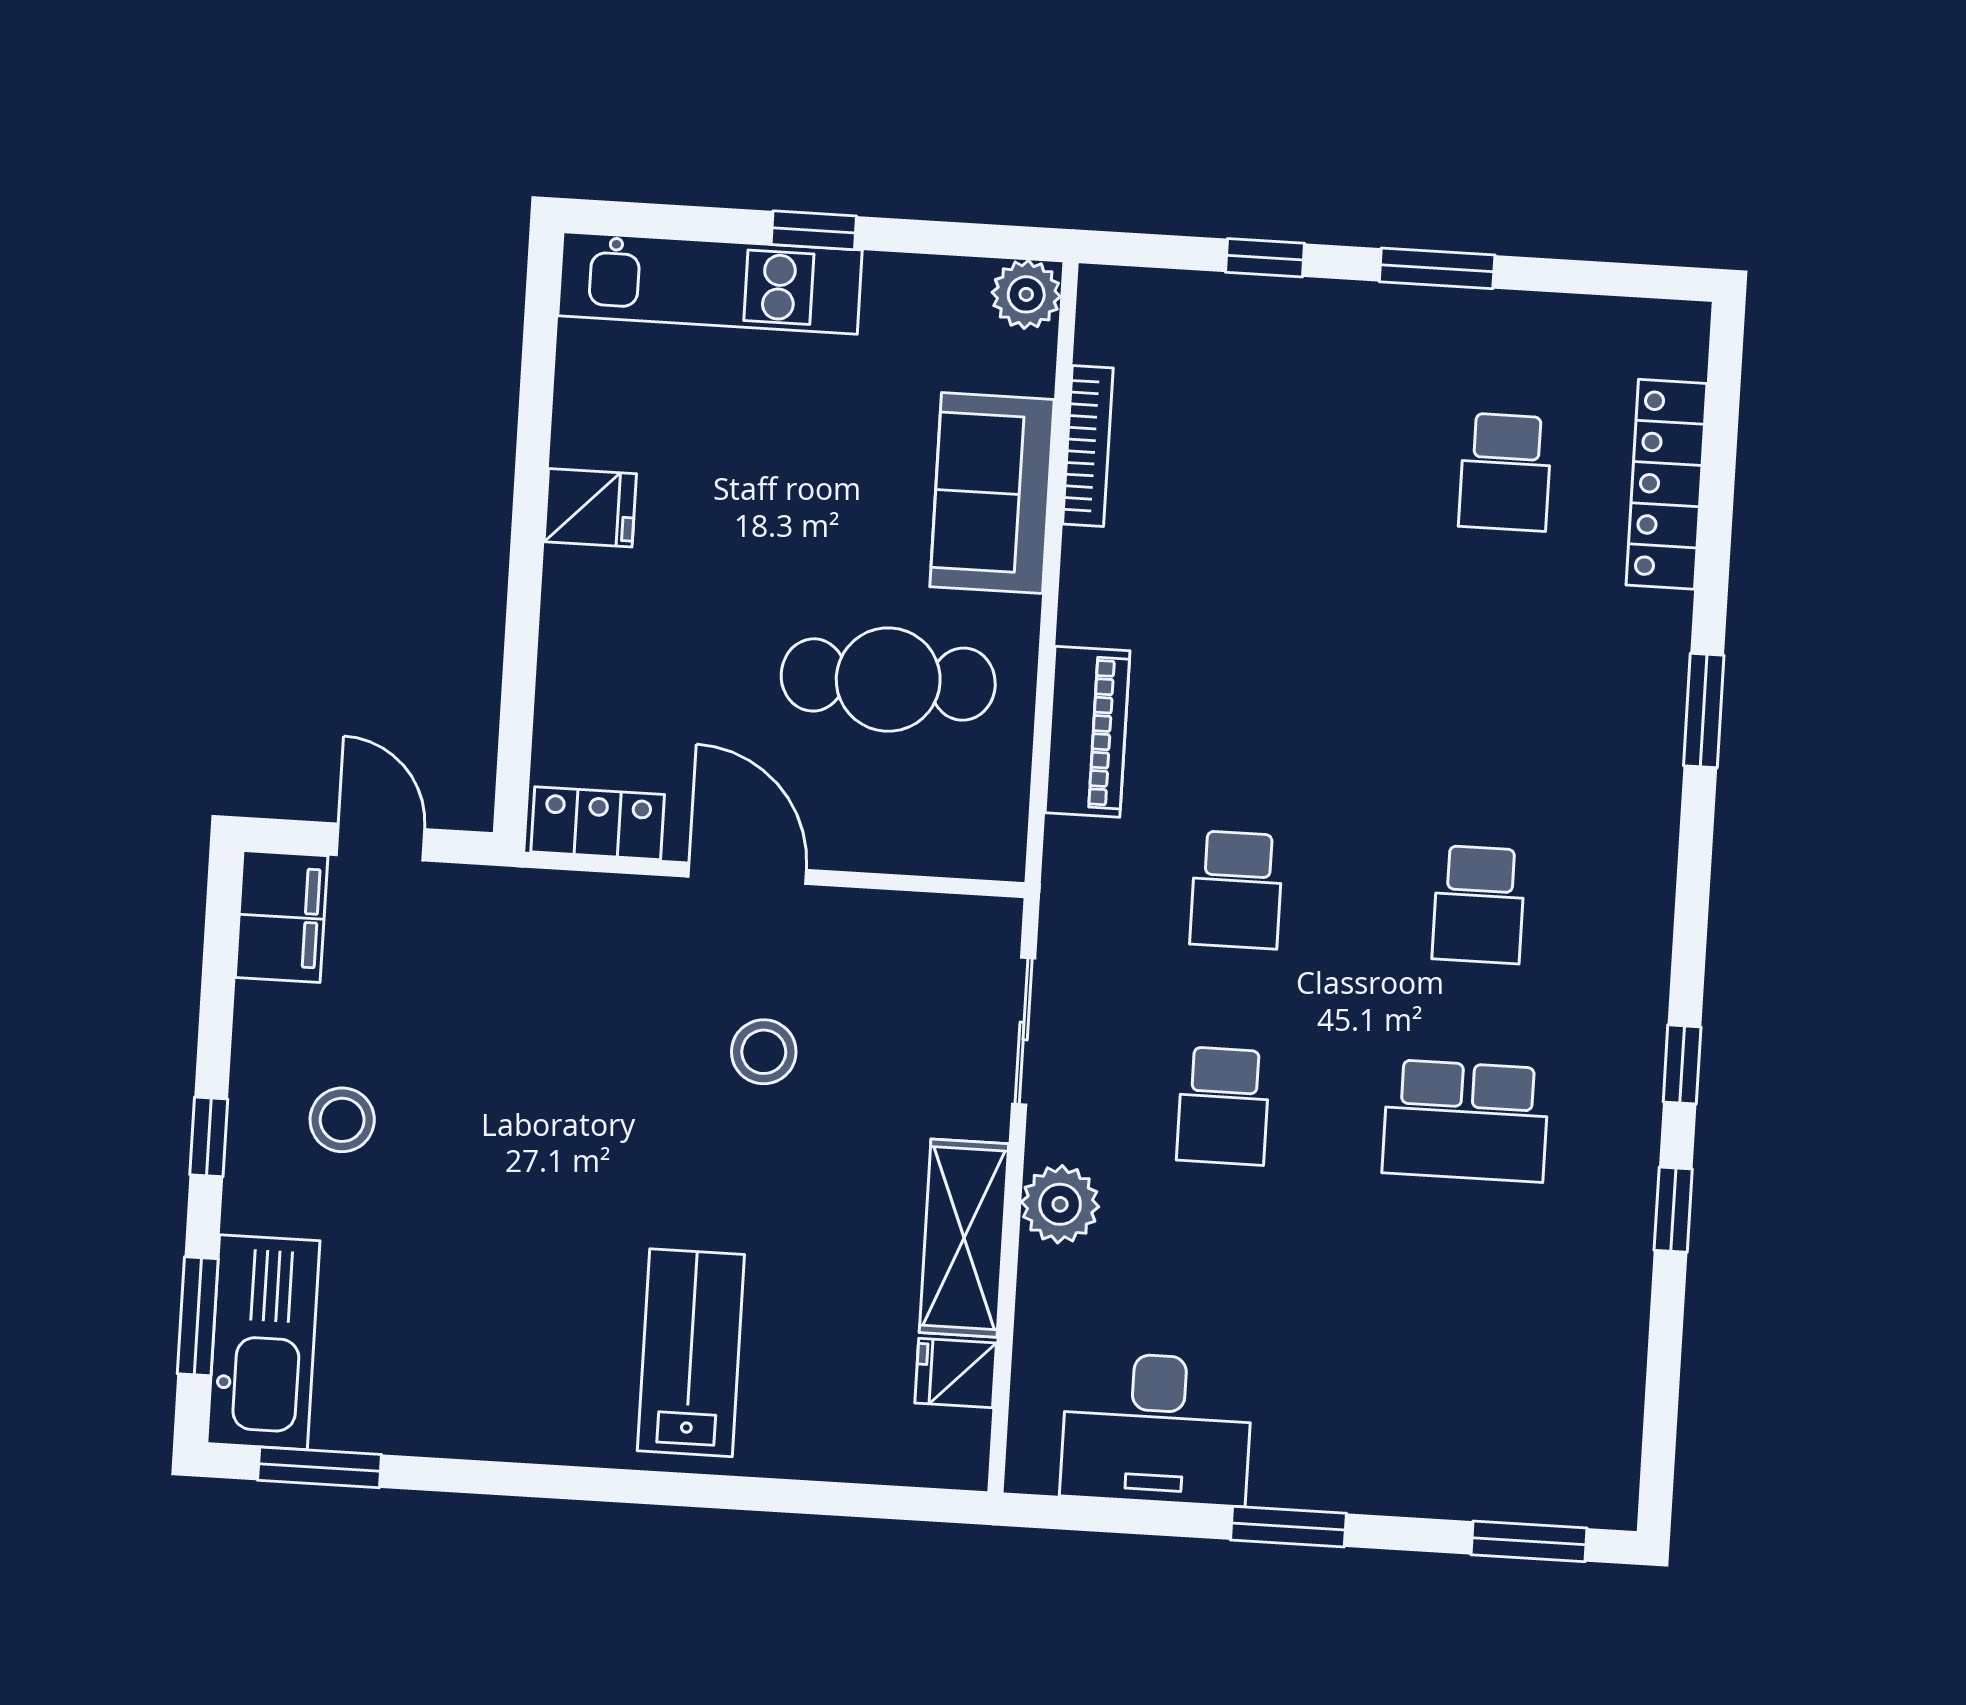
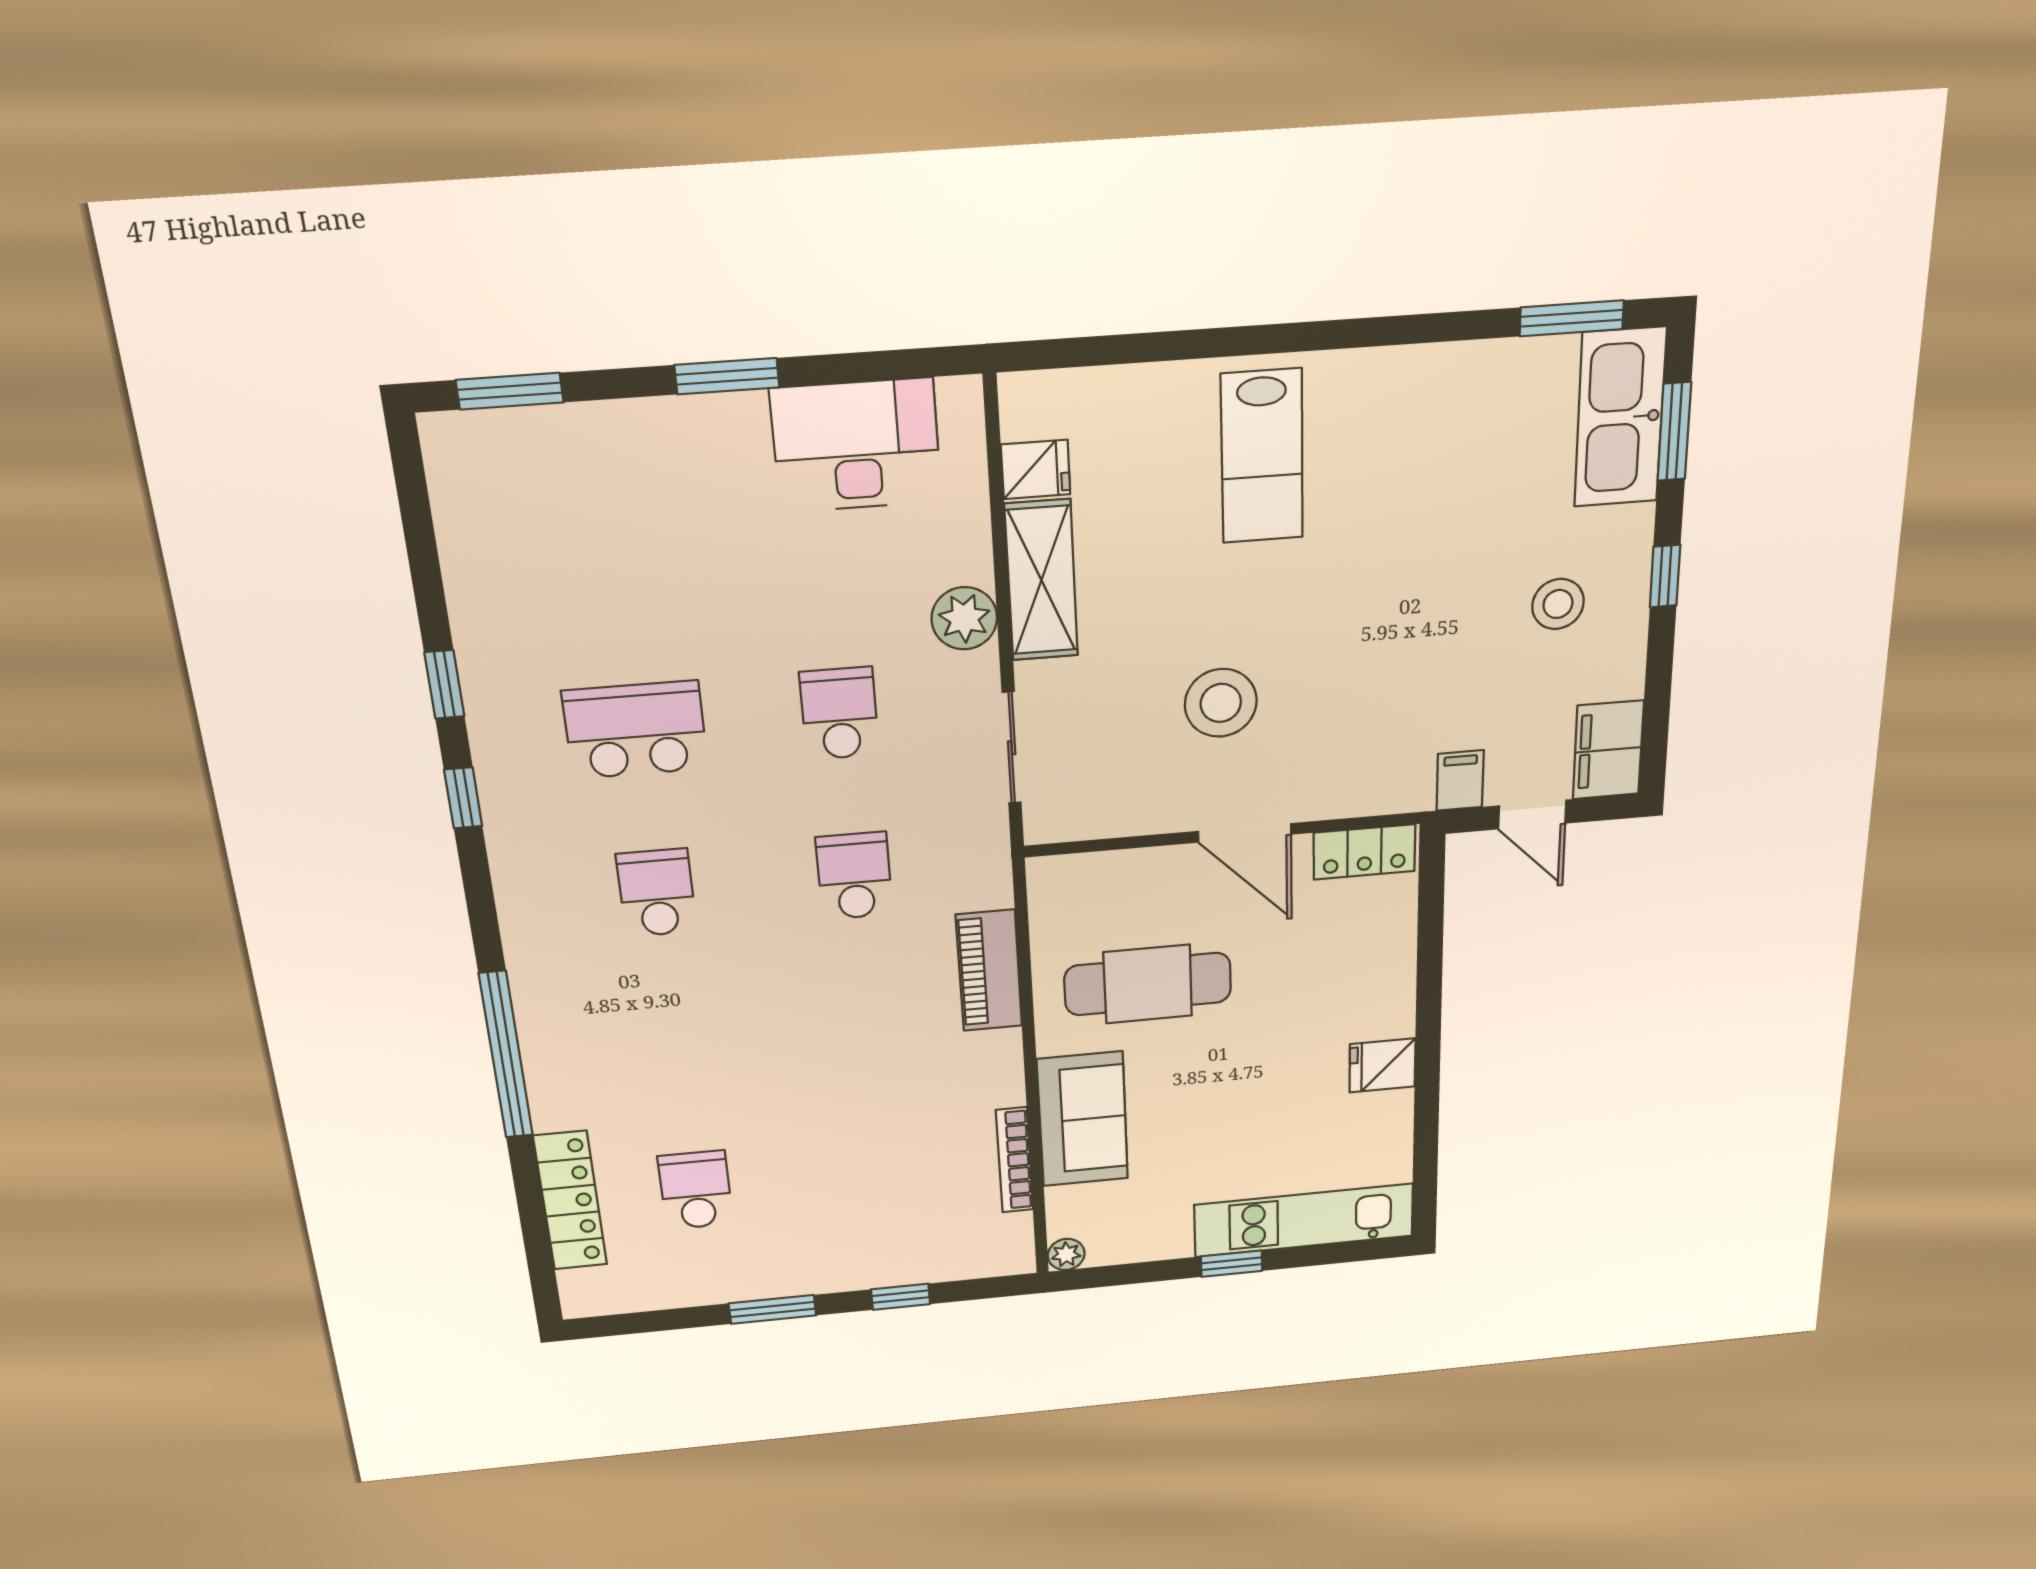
plant: (1026, 294) -> (1066, 1254), width x0.73, depth x0.73
window: (1704, 710) -> (506, 1055), width x2.11
filing cabinet: (471, 903) -> (1460, 780), added
stool: (764, 1052) -> (1221, 703), width x1.38, depth x1.38

